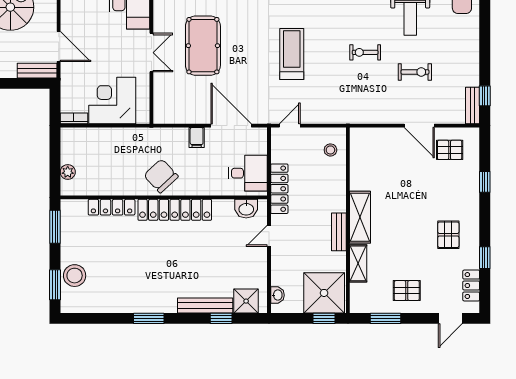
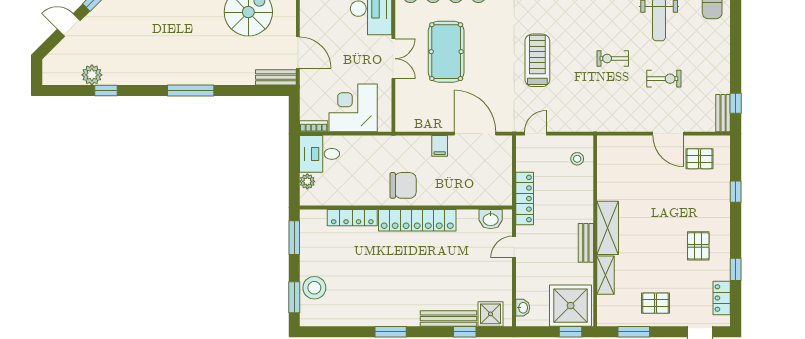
desk: (248, 173) -> (320, 154), moved, turned 180
chair: (161, 176) -> (403, 185), turned 133

